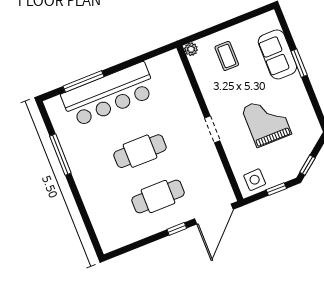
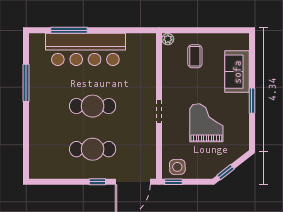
window: (299, 63) -> (252, 101), moved
window: (276, 189) -> (174, 182), moved

